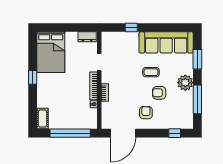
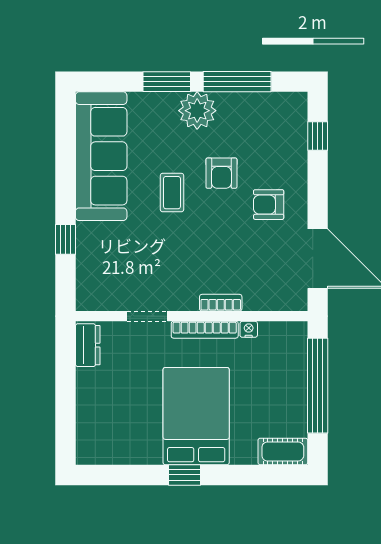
bed: (51, 52) -> (196, 416), moved, turned -90
window: (197, 59) -> (167, 82), moved

